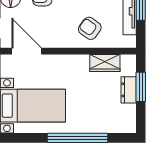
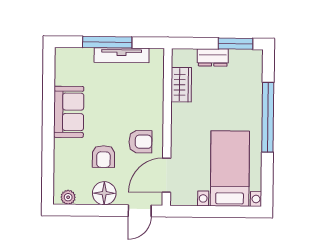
armchair: (90, 28) -> (140, 142), moved, turned -126
window: (141, 87) -> (235, 44), moved

